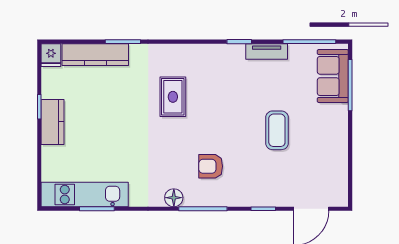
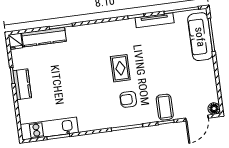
tv unit: (267, 51) -> (155, 20), width x1.41
sofa: (333, 76) -> (200, 37), width x1.36
rug: (173, 97) -> (120, 68), moved
coffee table: (277, 130) -> (165, 107), moved
floor lamp: (174, 198) -> (214, 109), moved

